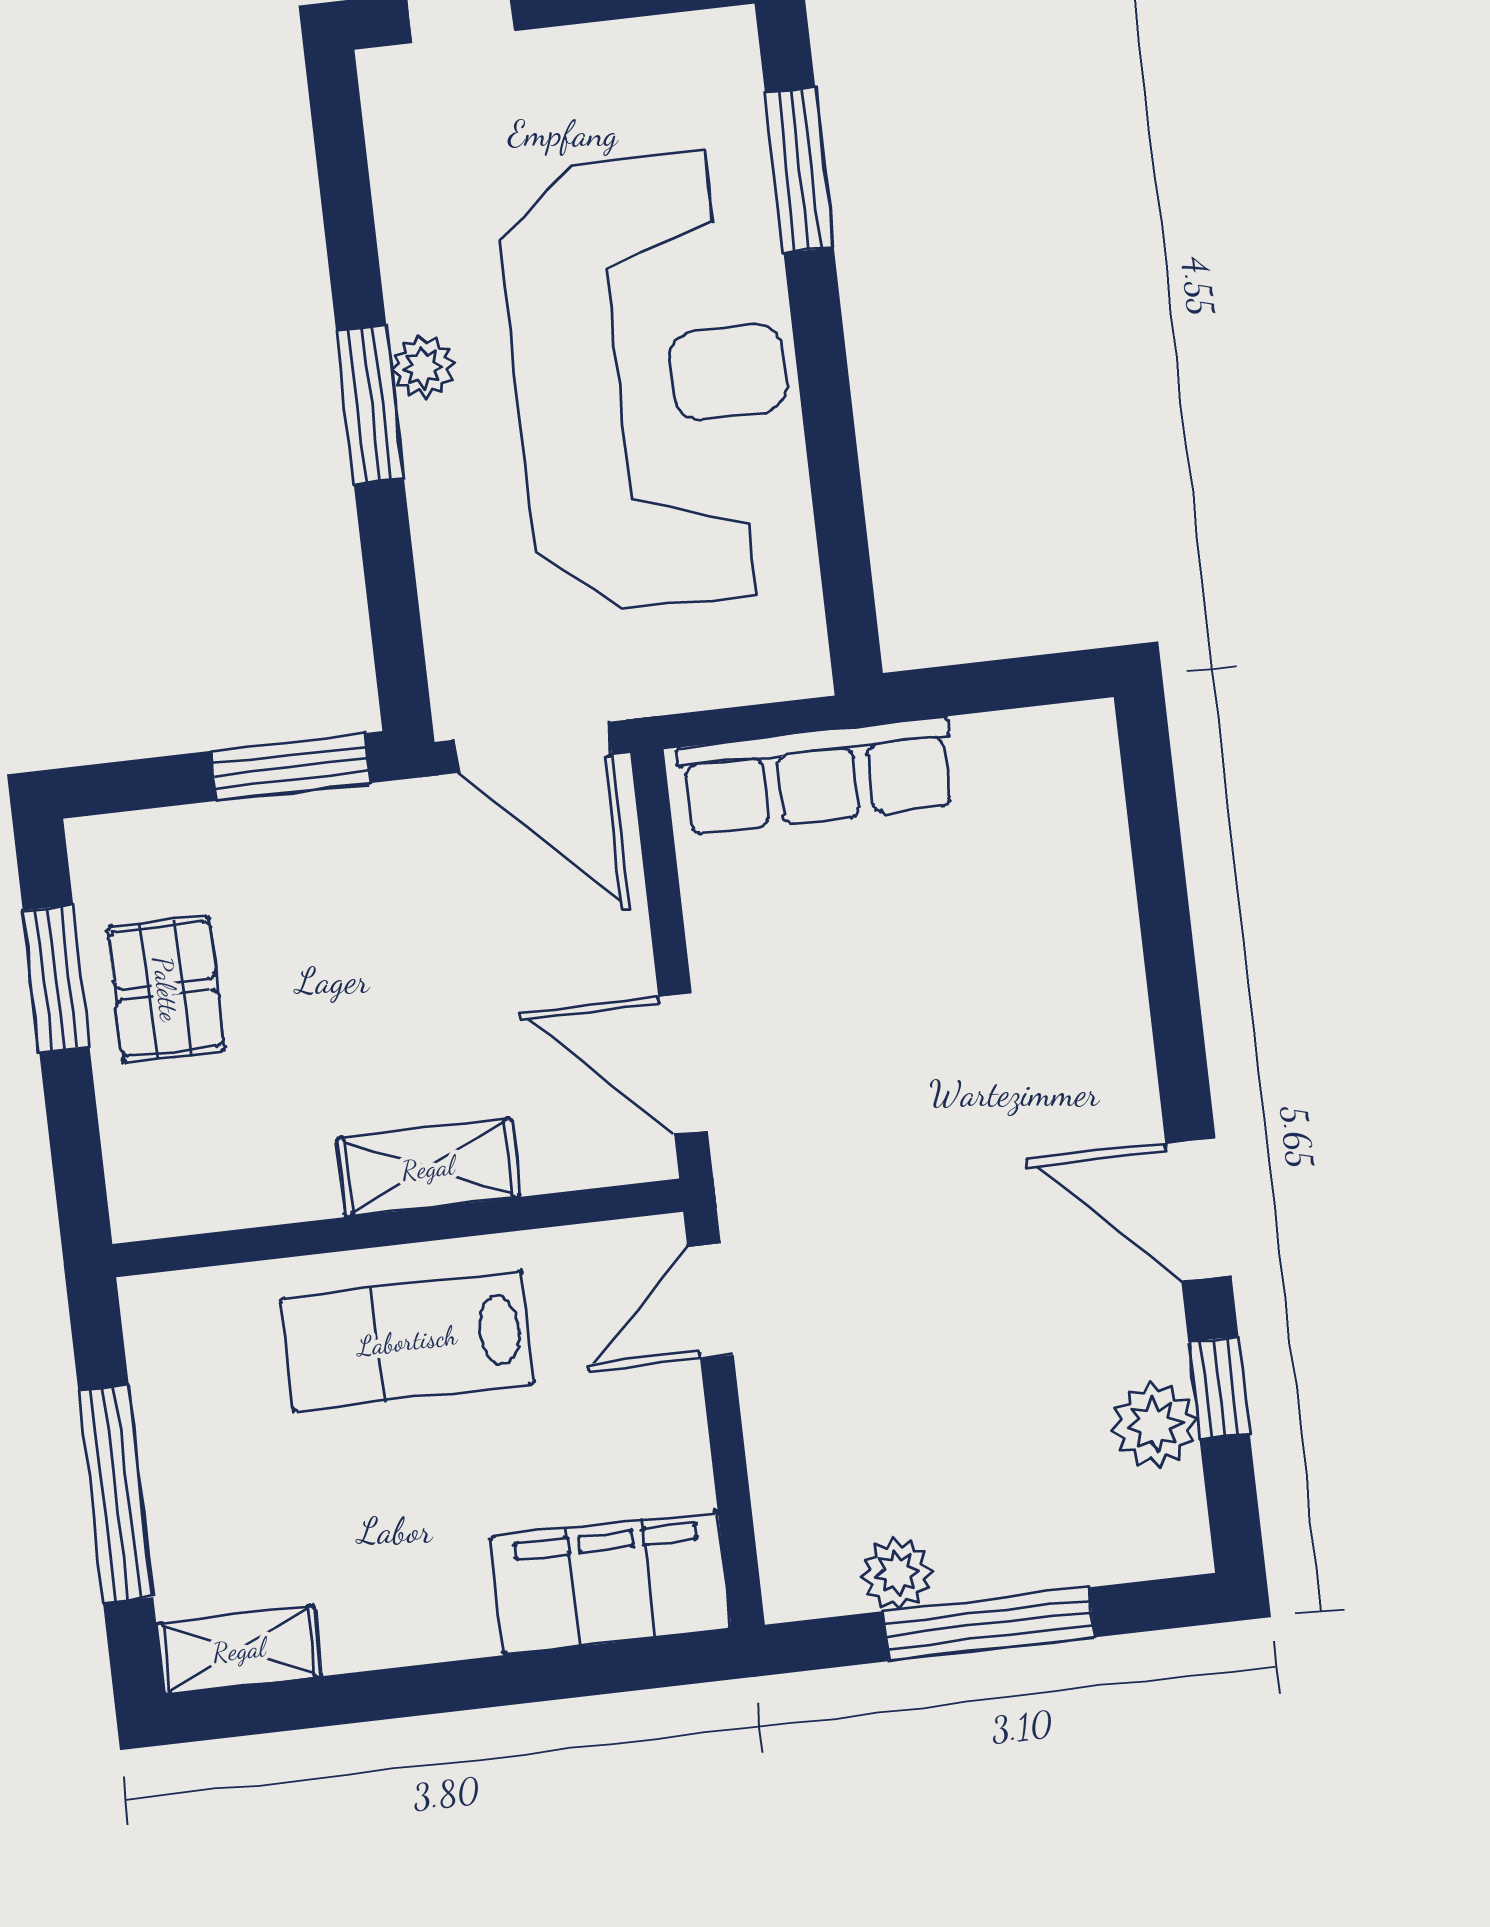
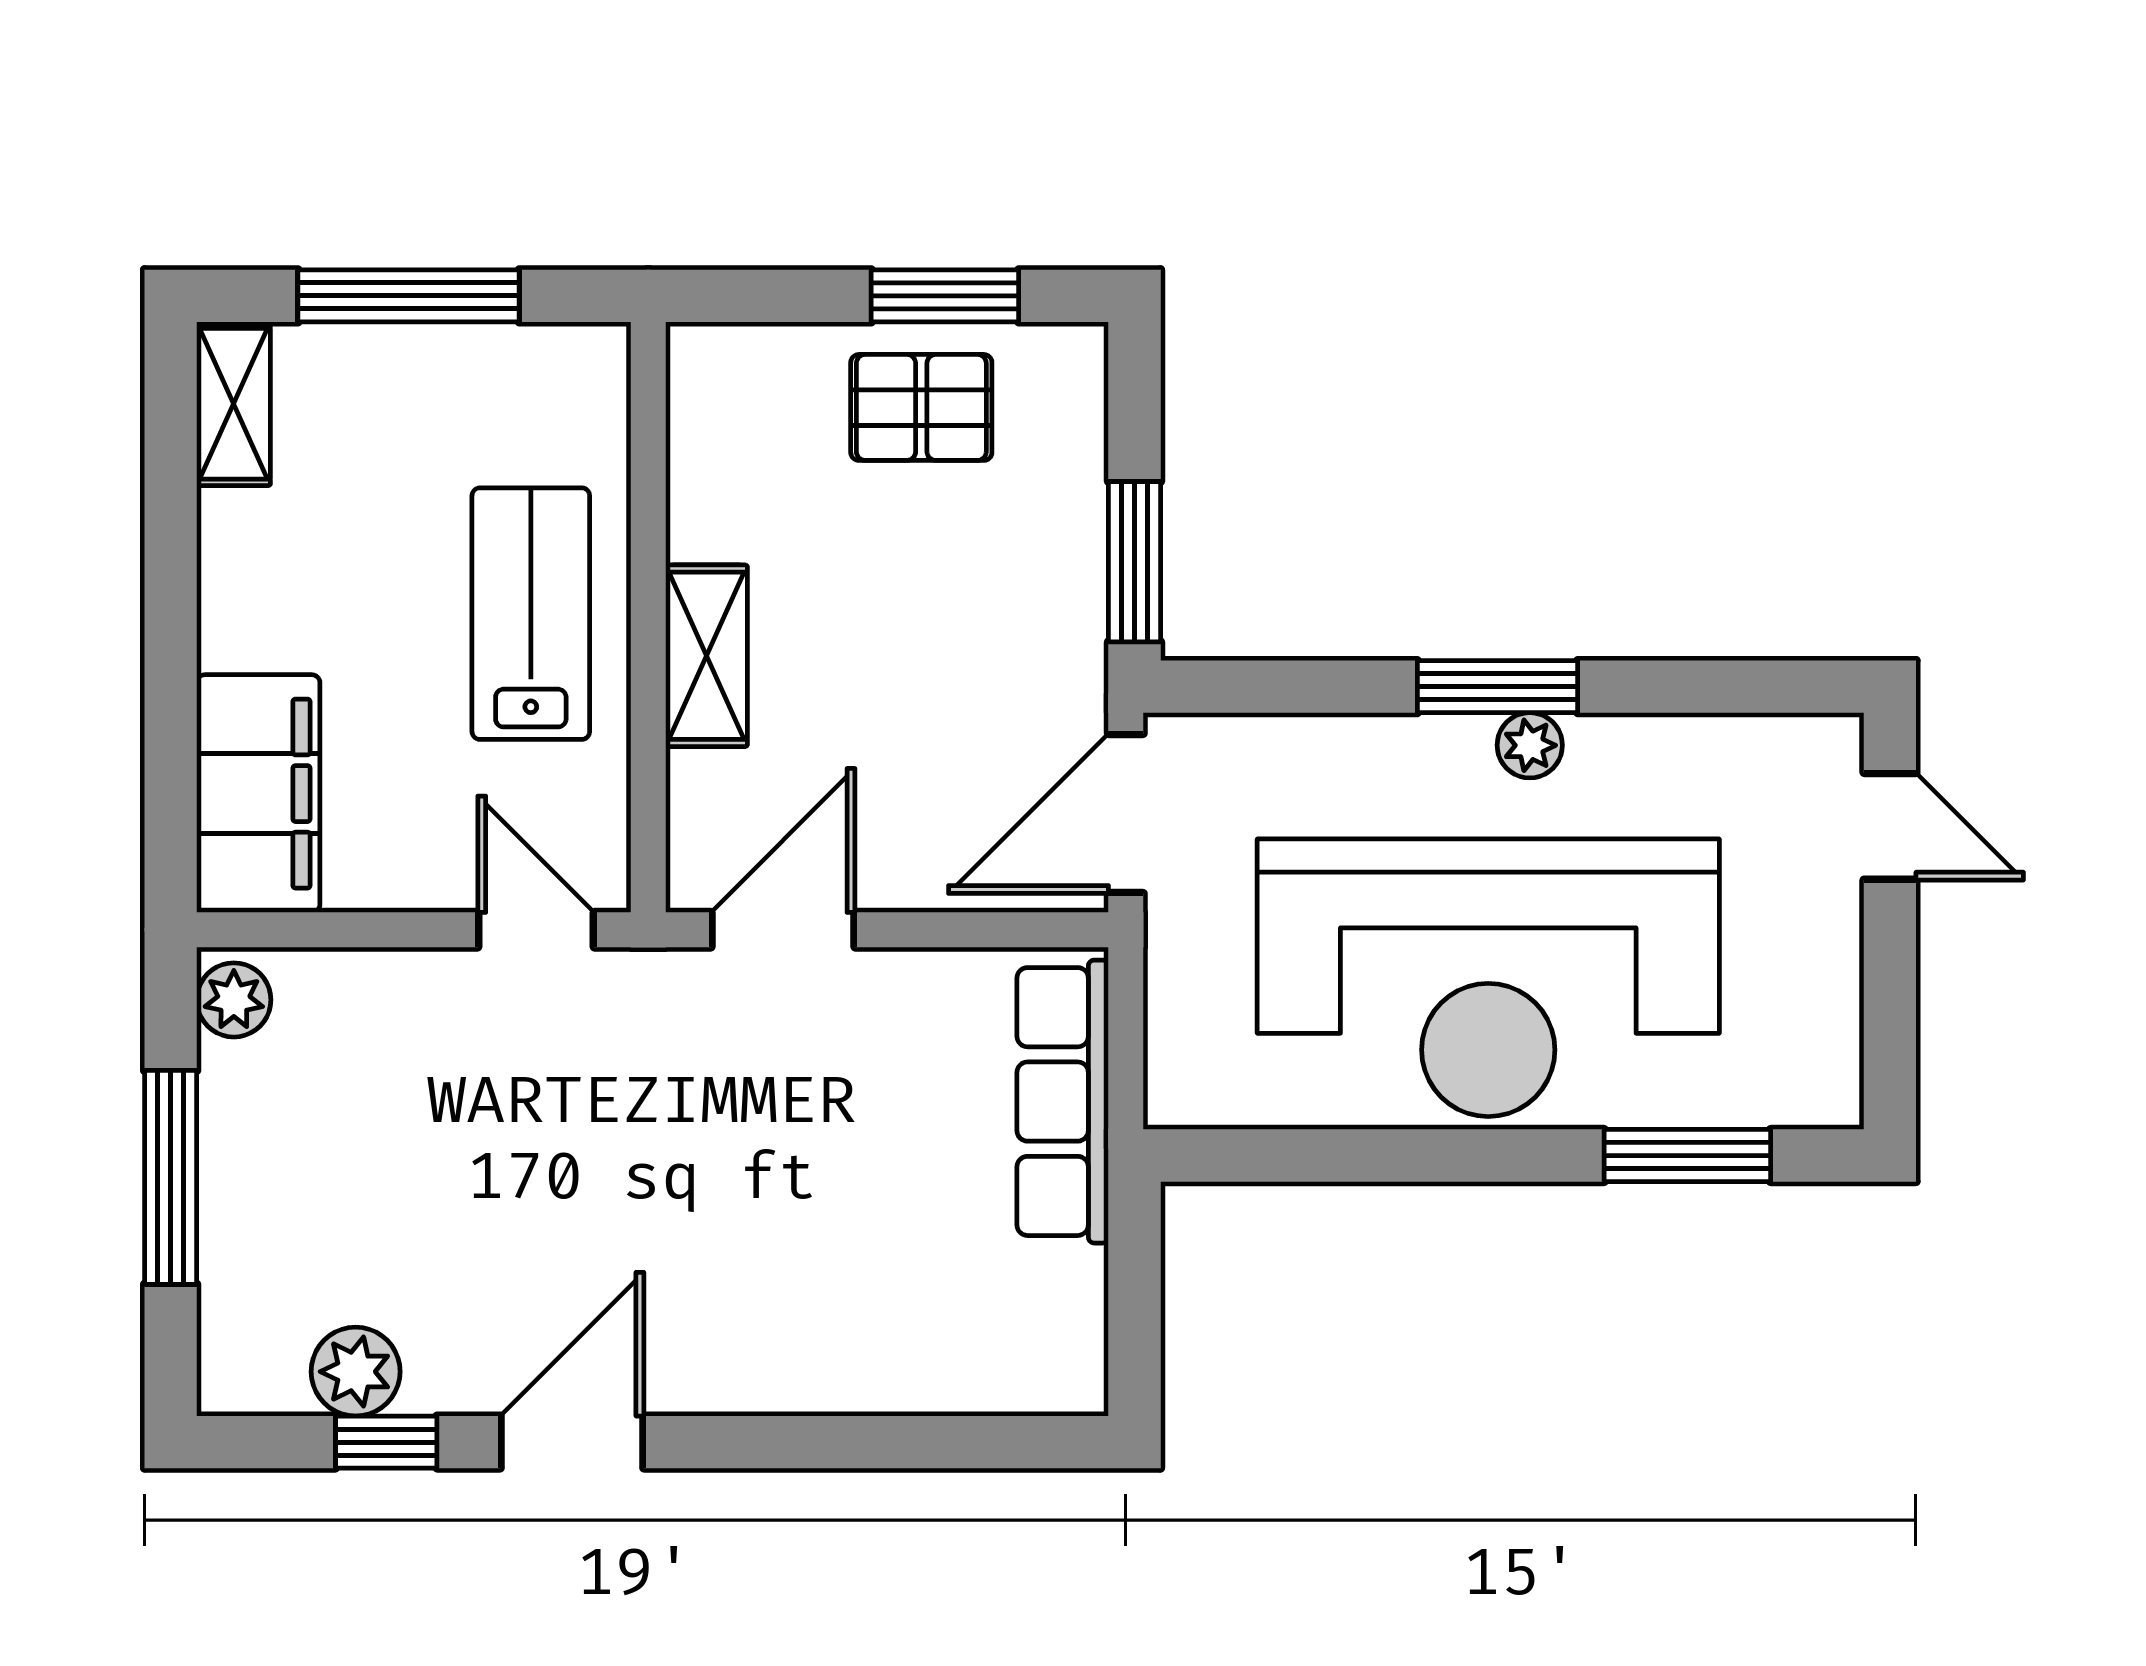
plant: (897, 1573) -> (234, 1000), moved

